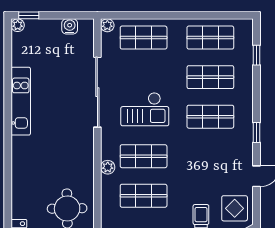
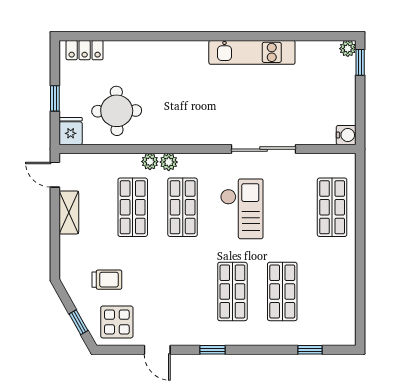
plant: (107, 25) -> (150, 162), moved
water cooler: (70, 26) -> (346, 135), moved
shop shelf: (210, 38) -> (332, 291), removed
sliding door: (97, 92) -> (263, 149), width x0.73
checkout: (145, 109) -> (242, 209), turned 180

